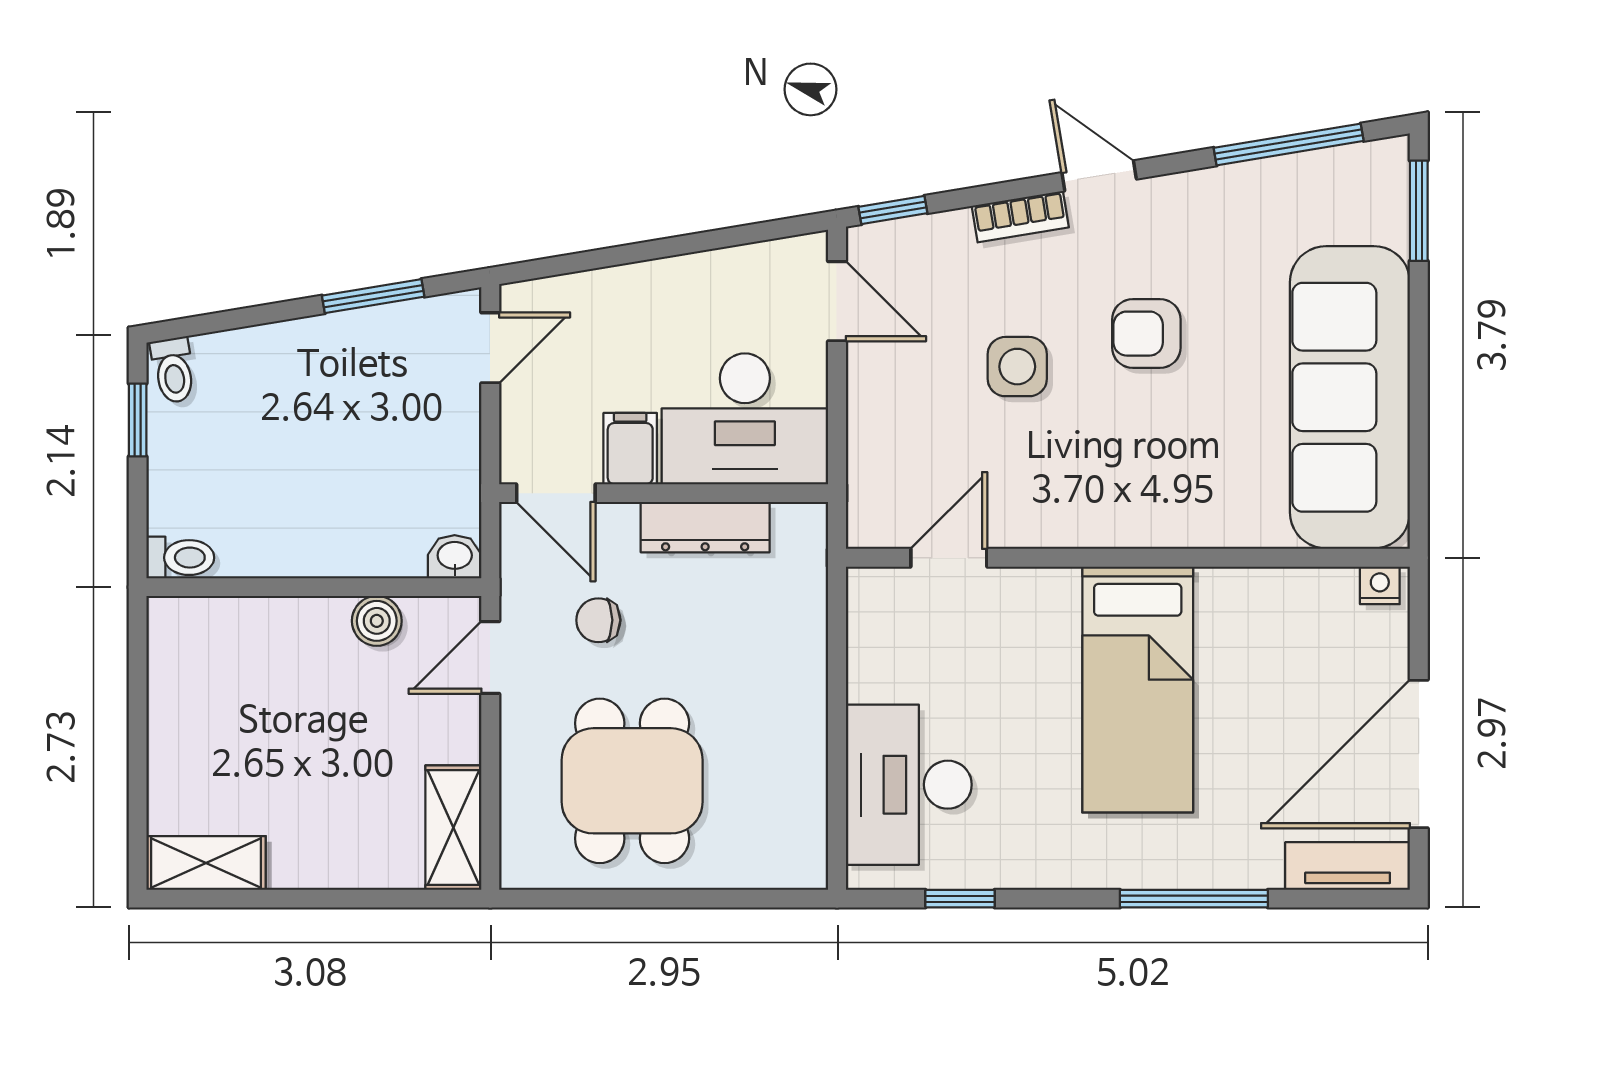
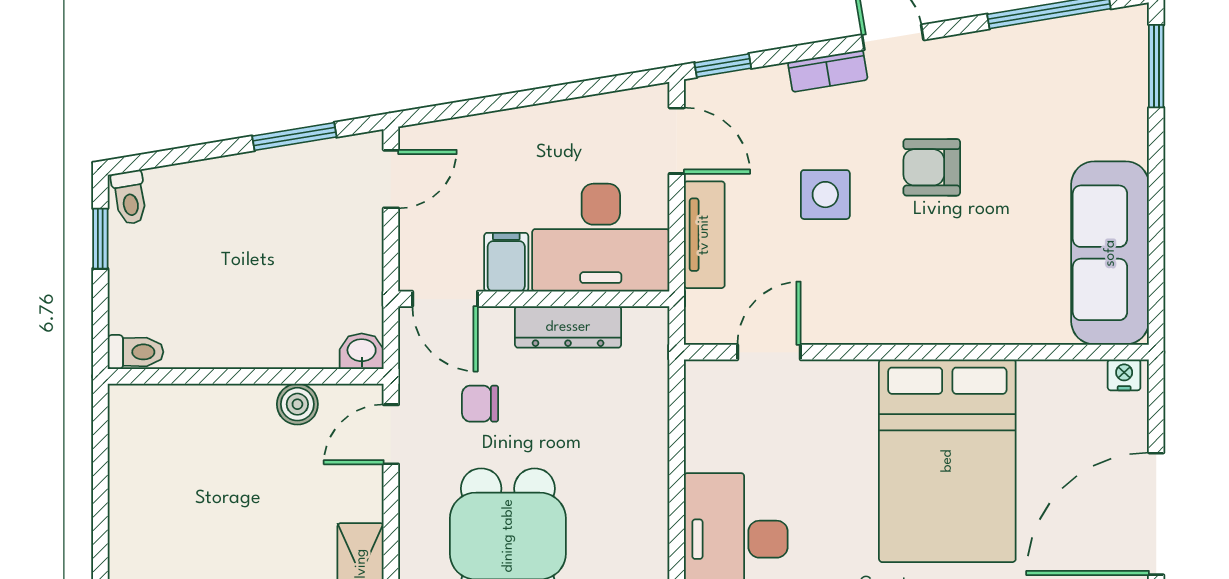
sofa: (1350, 397) -> (1110, 253), width x0.74, depth x0.79
tv unit: (870, 415) -> (704, 235), added
bed: (1138, 690) -> (947, 461), width x1.50

